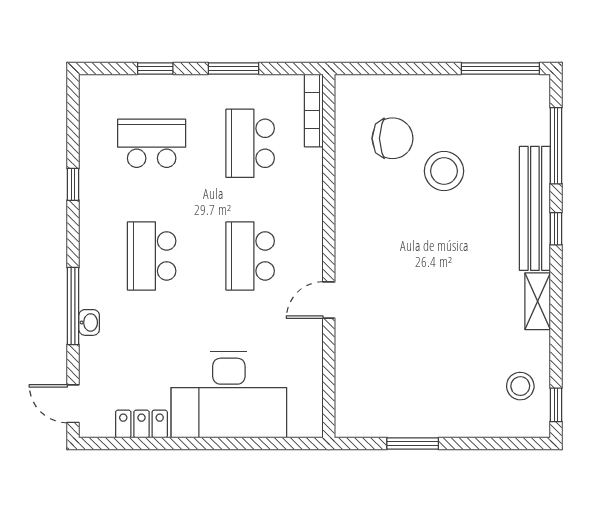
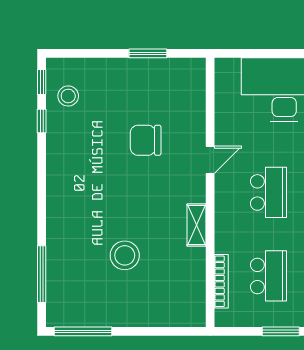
bookcase: (314, 110) -> (221, 281), moved
chair: (392, 138) -> (146, 140), moved
bench: (535, 208) -> (57, 228), removed
window: (556, 229) -> (42, 121), moved
shelving: (538, 301) -> (196, 225), moved

